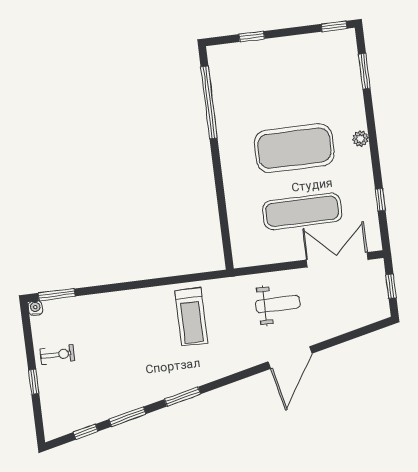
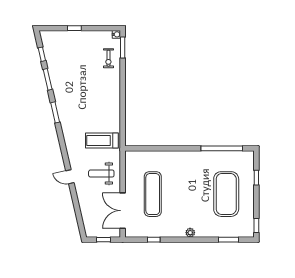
exercise mat: (294, 148) -> (226, 194), moved
double door: (337, 260) -> (123, 211), swing flipped
weight bench: (278, 304) -> (101, 174), turned 90
treadmill: (191, 317) -> (102, 140), moved
exercise bike: (58, 355) -> (108, 58), moved
door: (290, 358) -> (70, 177), width x0.53

